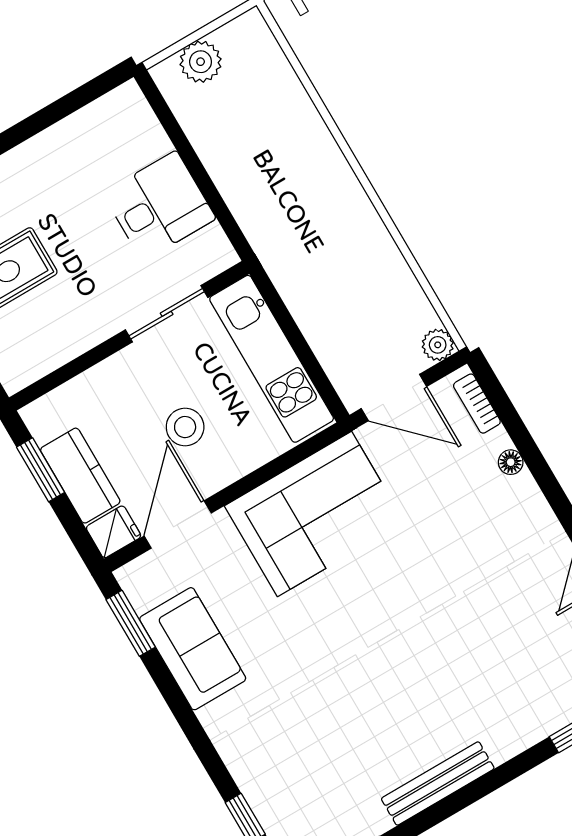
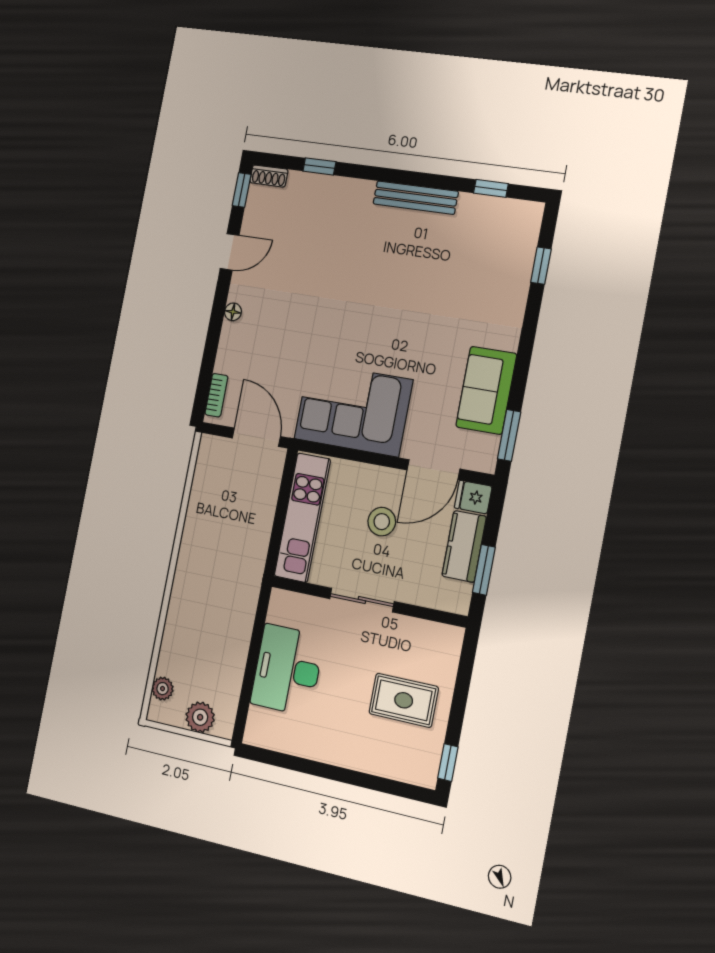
desk: (159, 206) -> (287, 670), width x1.37
sliding door: (167, 314) -> (362, 600), moved
plant: (438, 345) -> (163, 689), moved
floor lamp: (511, 462) -> (233, 312), moved

